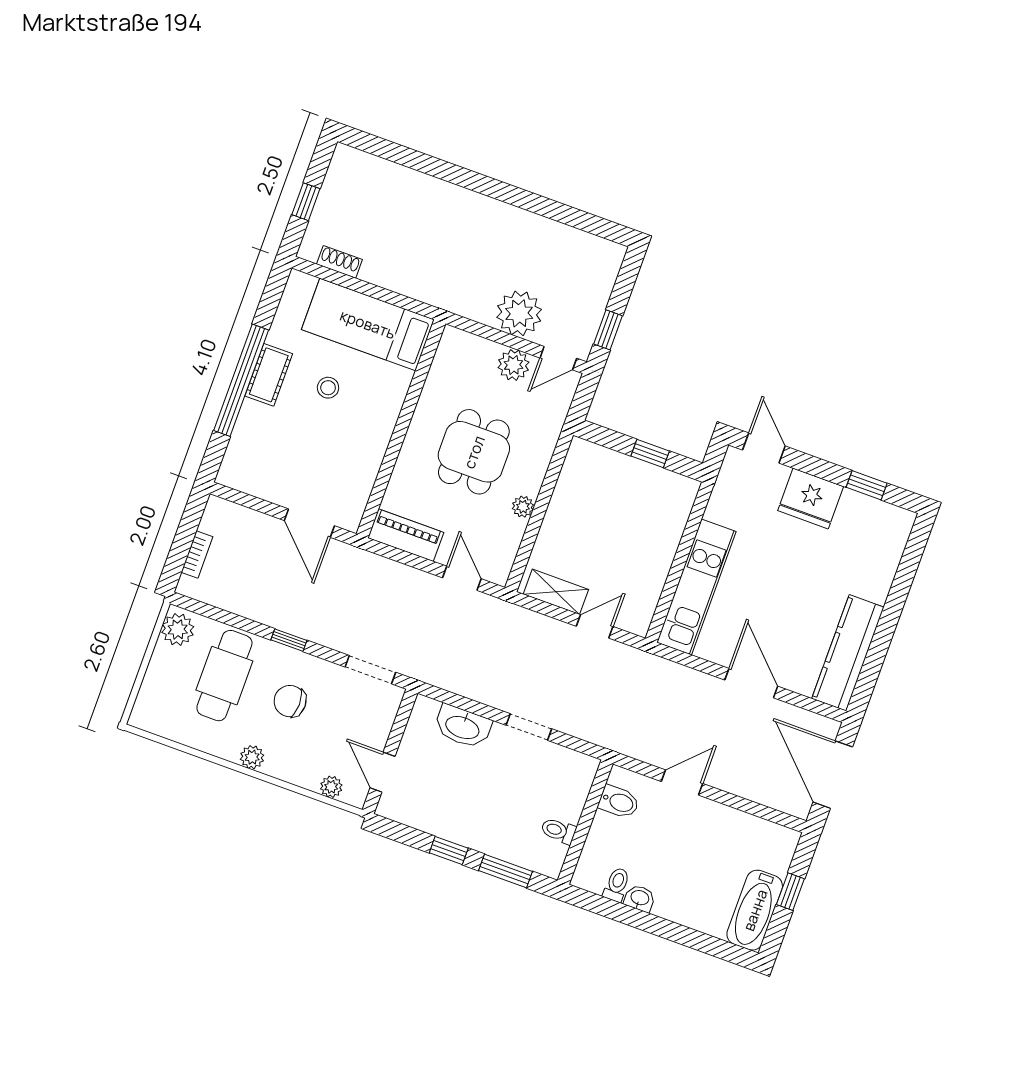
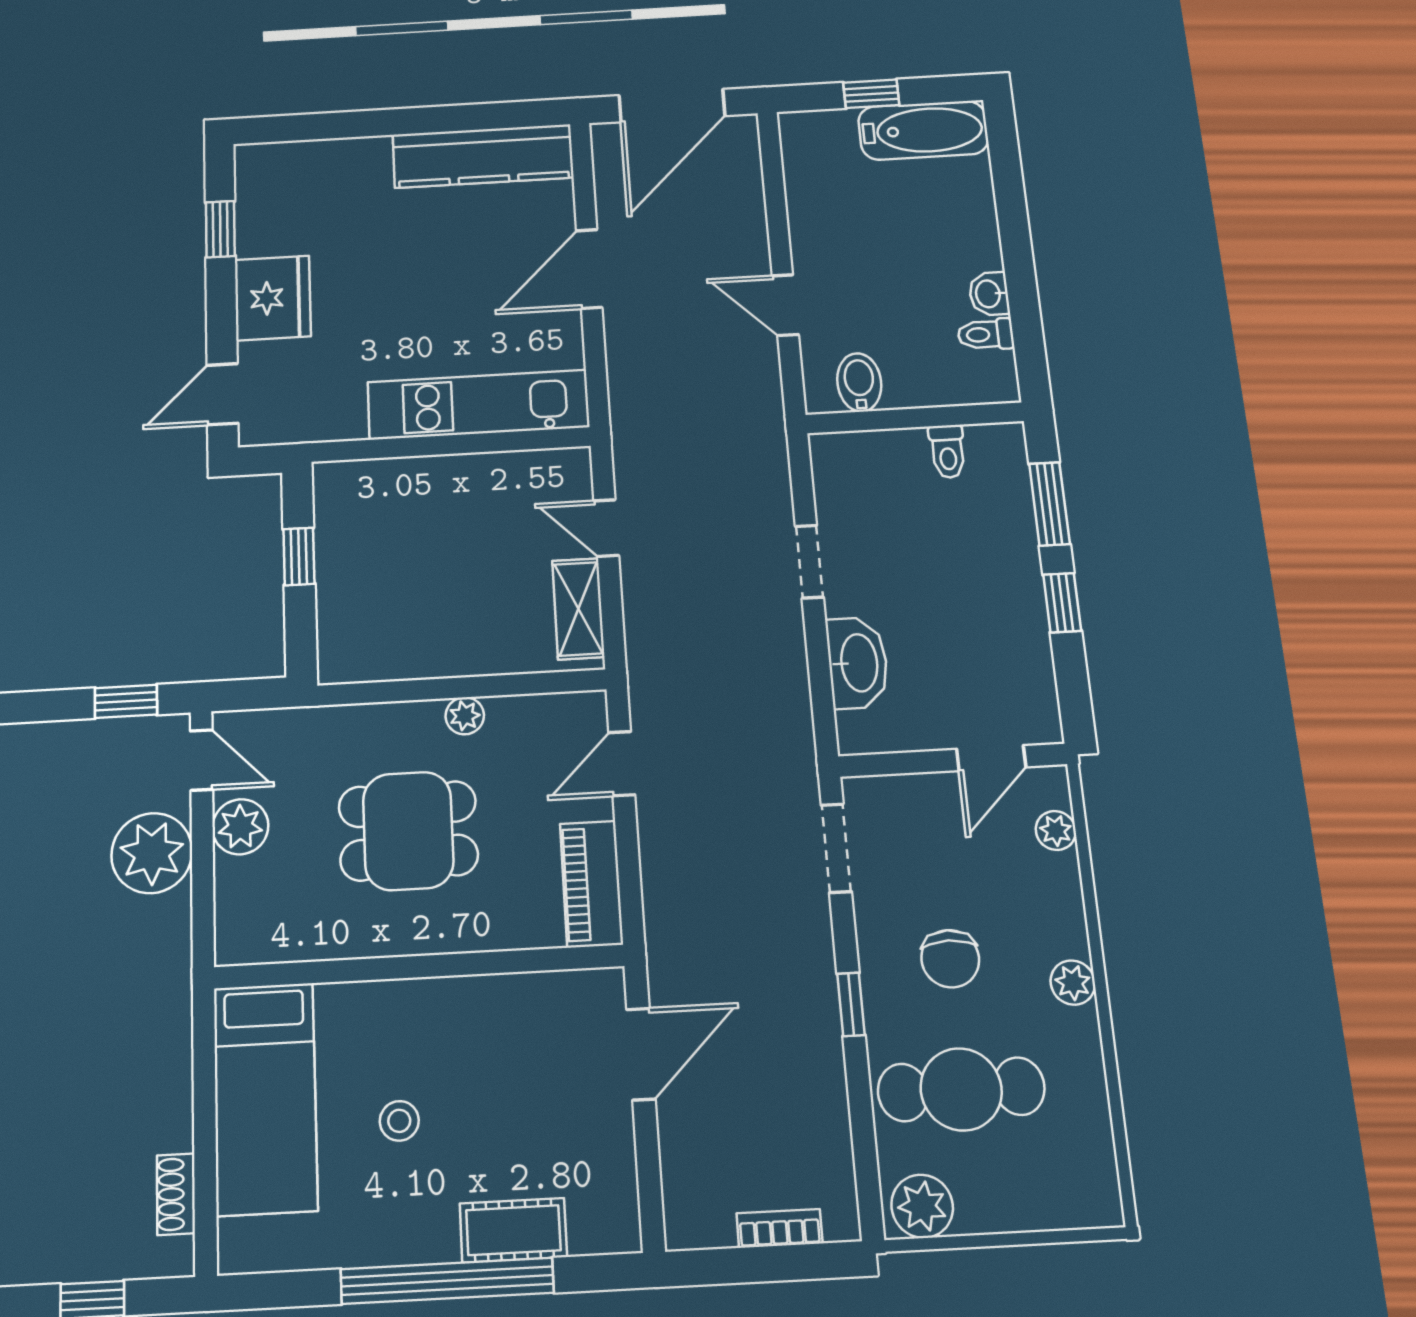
cot: (269, 375) -> (513, 1230), moved

